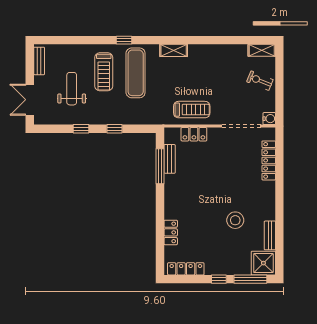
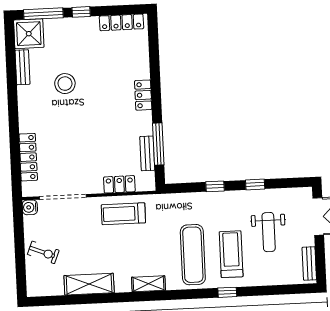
window: (124, 40) -> (227, 292), moved
shelving: (262, 50) -> (89, 284), moved, width x1.50, depth x1.33
locker: (171, 232) -> (143, 95), moved

